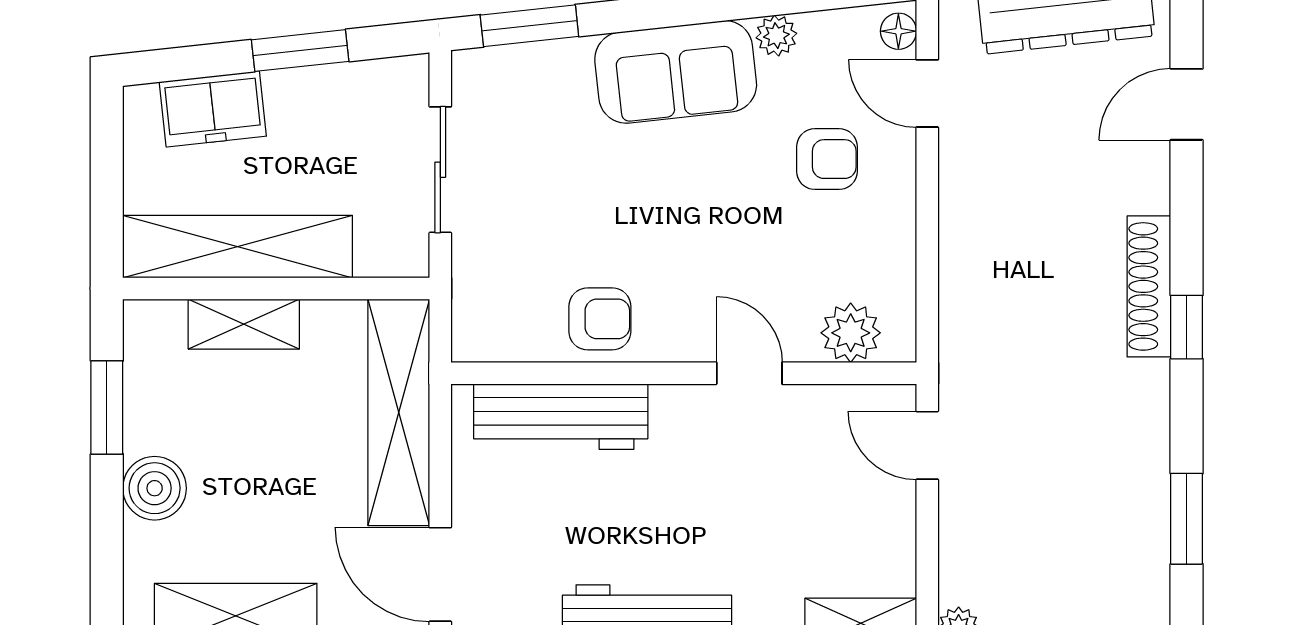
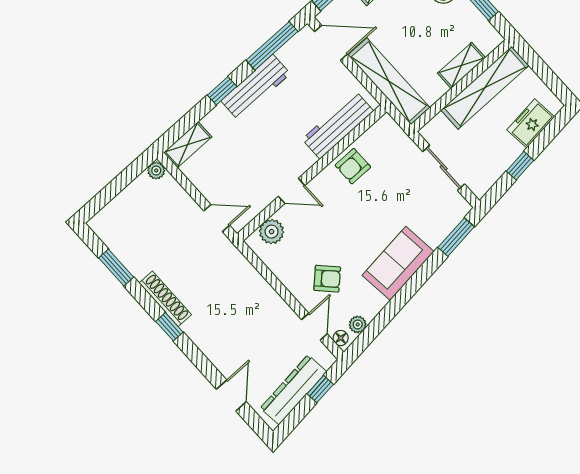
plant: (776, 36) -> (358, 324), moved
window: (300, 51) -> (520, 166), width x0.67
door: (927, 93) -> (314, 327), hinge flipped
armchair: (827, 159) -> (327, 279), turned -134
shoe rack: (1149, 286) -> (165, 299), moved

